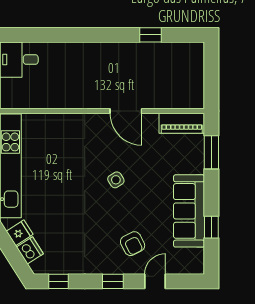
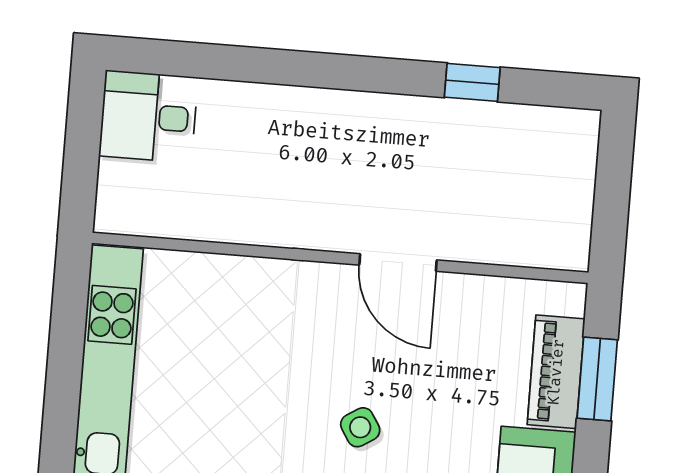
piano: (182, 123) -> (556, 372), moved, turned 90

